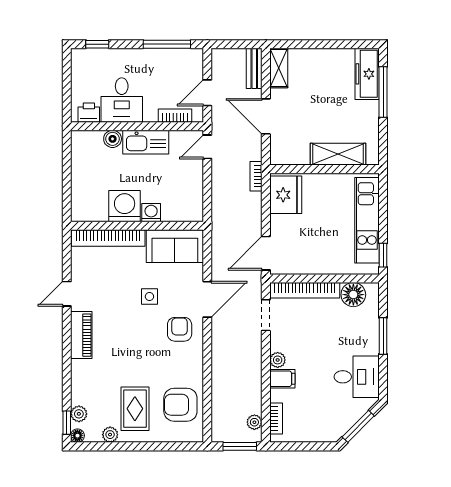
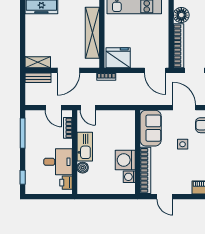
shelving: (338, 154) -> (92, 33), width x1.47
washing machine: (151, 213) -> (129, 177), moved
door: (67, 294) -> (165, 197), moved

